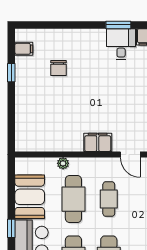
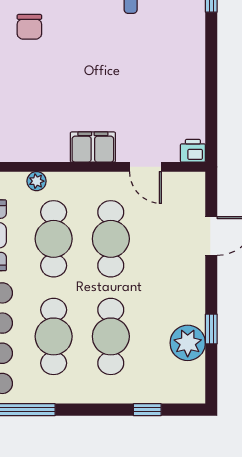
cafe table: (109, 199) -> (111, 239), width x1.37, depth x1.35

